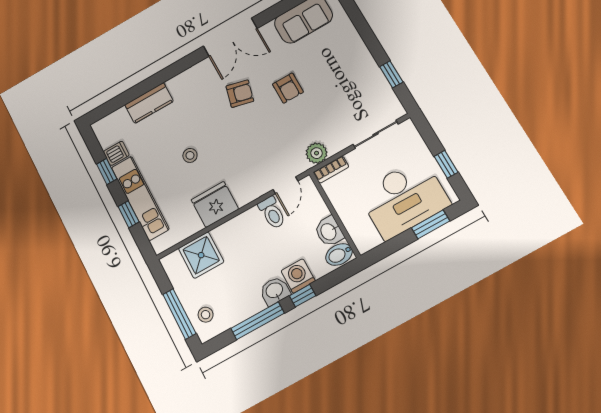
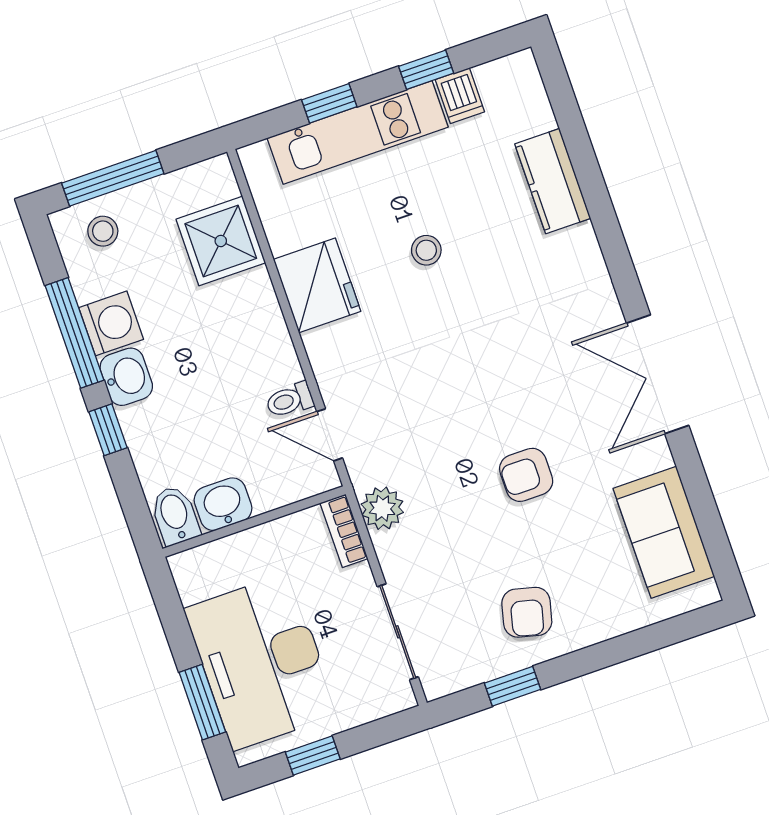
armchair: (240, 94) -> (527, 612), moved
toilet: (272, 213) -> (290, 400), width x0.73, depth x0.72
washing machine: (298, 276) -> (111, 323), moved

